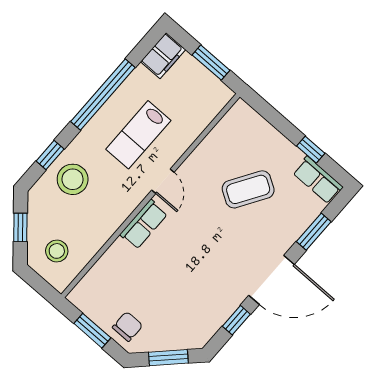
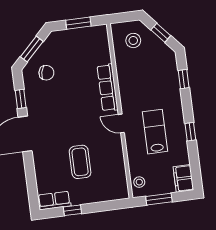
window: (103, 94) -> (190, 132), width x0.32
stool: (73, 179) -> (139, 182), moved, width x0.53, depth x0.53
coffee table: (248, 189) -> (80, 162), turned -32
row of seats: (144, 224) -> (108, 88), width x1.48
window: (314, 232) -> (31, 176), removed
chair: (128, 327) -> (46, 73), moved, turned -78

